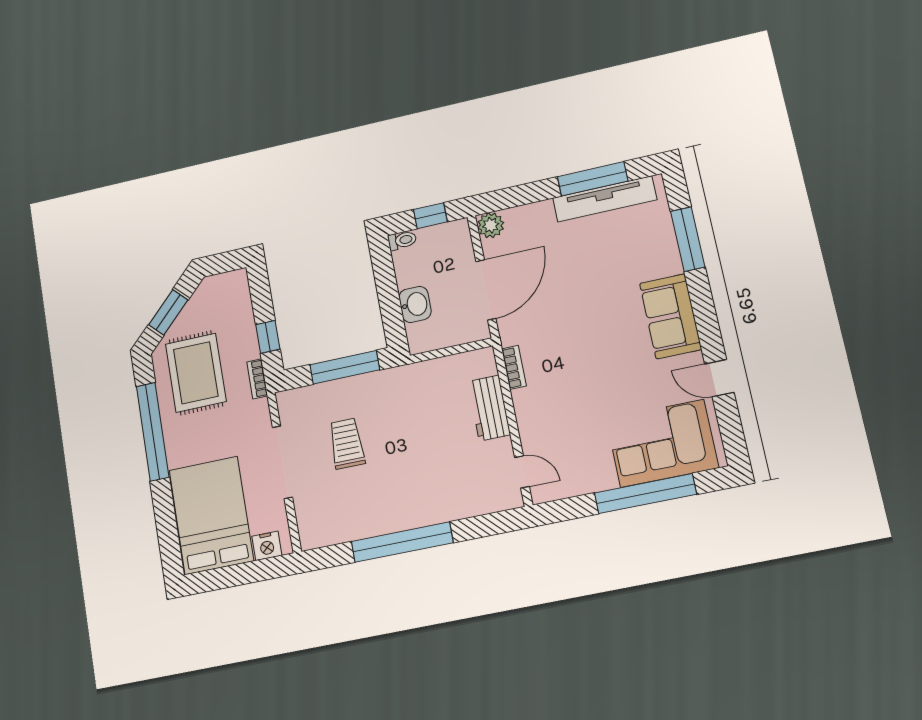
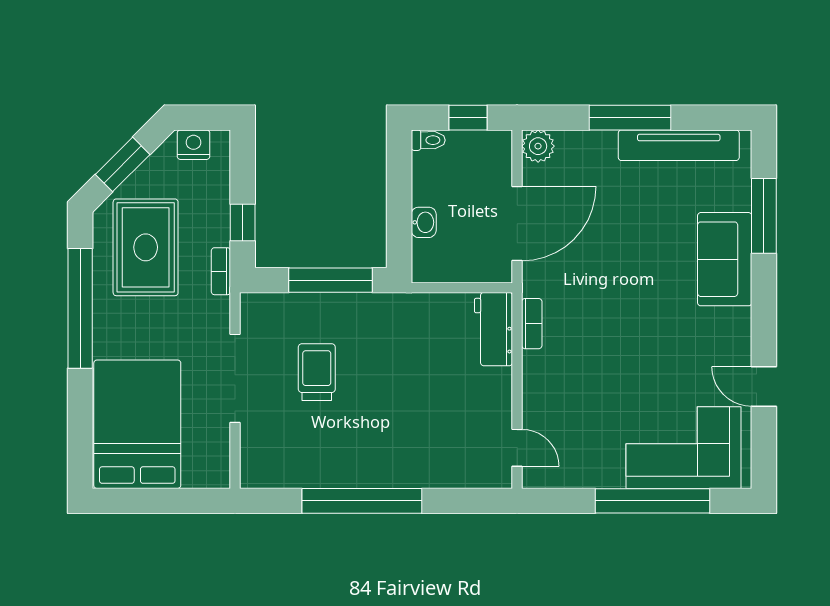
window: (593, 179) -> (630, 118), moved
washbasin: (415, 304) -> (424, 222), width x0.72, depth x0.69
sofa: (671, 316) -> (725, 259), moved
workbench: (489, 408) -> (494, 329), moved
nightstand: (267, 546) -> (194, 145), moved, turned 180

